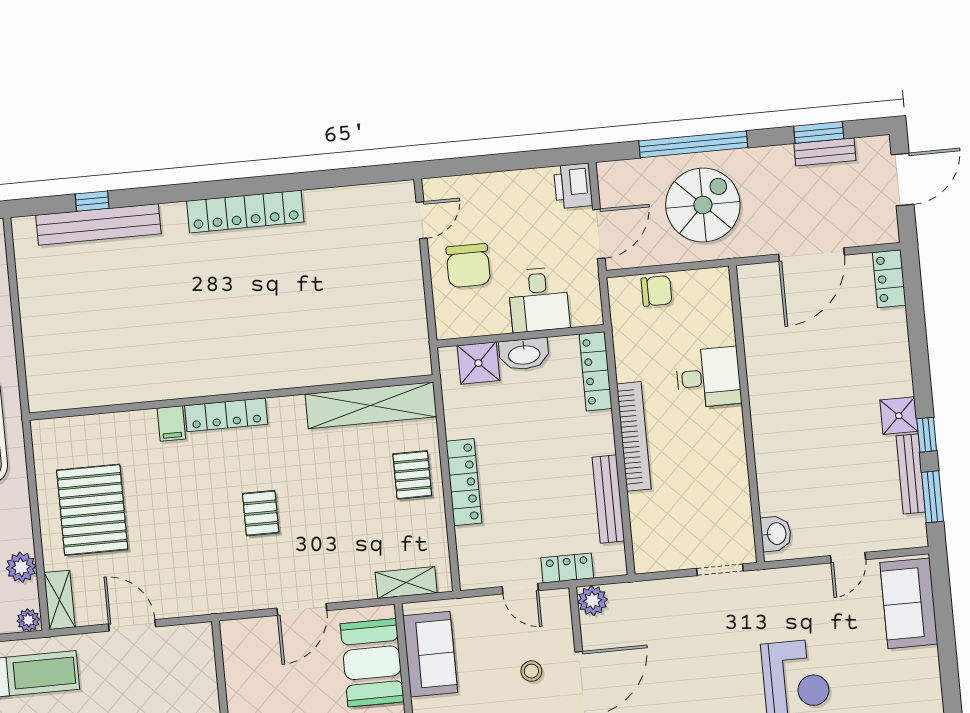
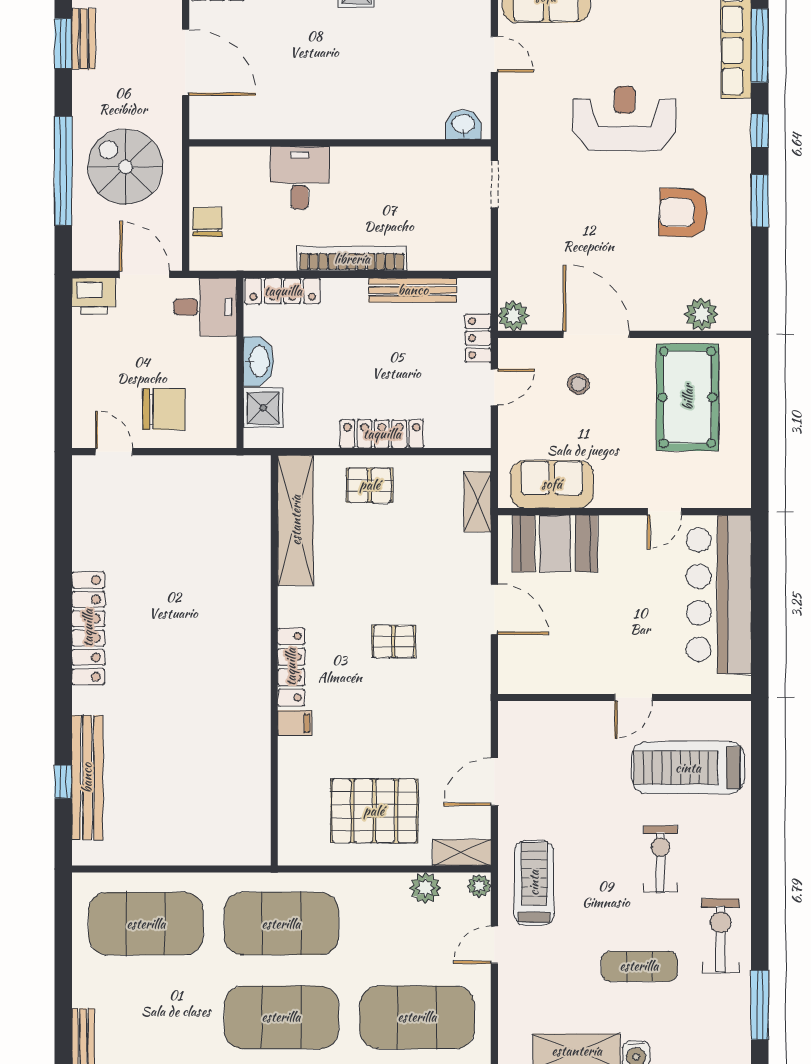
desk: (539, 300) -> (205, 307), moved

